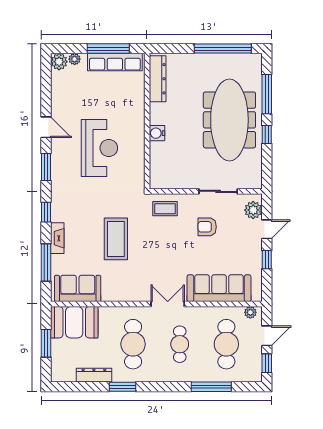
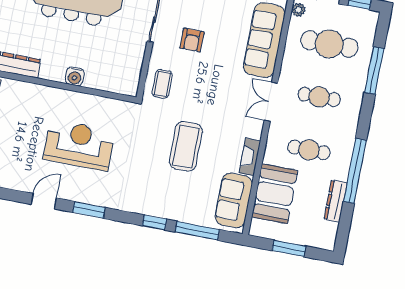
window: (46, 212) -> (154, 222), moved
fireplace: (57, 238) -> (250, 157), moved, turned -90
coffee table: (116, 239) -> (186, 146), turned 90
booth: (74, 322) -> (275, 194), moved
cafe table: (133, 344) -> (309, 150), width x0.73, depth x0.74
window: (123, 387) -> (355, 171), width x2.11

